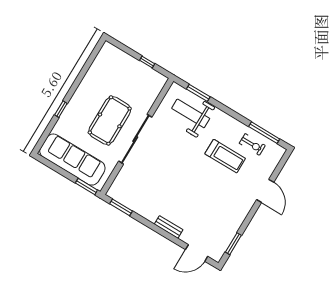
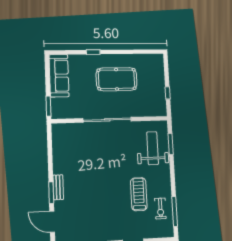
pool table: (110, 120) -> (117, 79), moved
treadmill: (225, 156) -> (139, 194), turned 180
sofa: (72, 160) -> (59, 76), width x0.74, depth x0.79
window: (121, 207) -> (51, 193), moved

